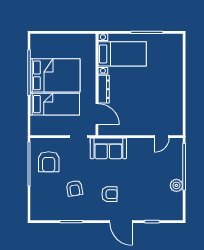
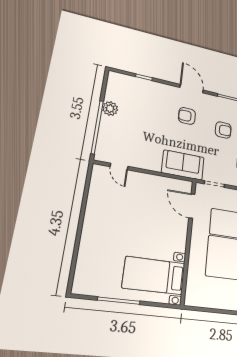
dresser: (104, 89) -> (181, 234), removed
door: (162, 137) -> (119, 167), swing flipped
armchair: (74, 188) -> (223, 130), turned 99
door: (121, 222) -> (192, 89), moved

